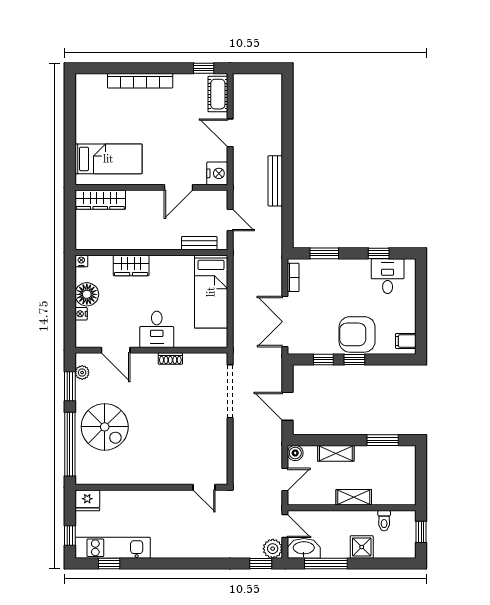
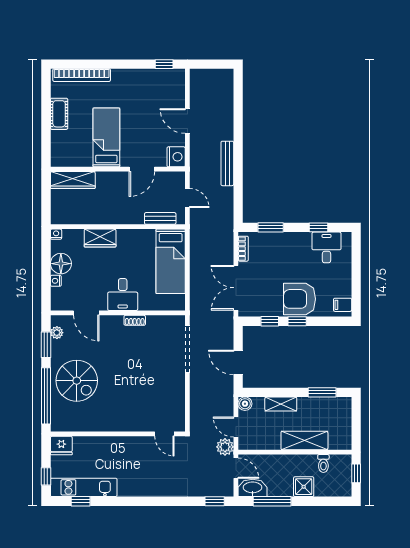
bookcase: (140, 81) -> (82, 75), moved
cot: (218, 94) -> (59, 114), moved
bed: (108, 159) -> (106, 137), moved, turned -90
door: (285, 479) -> (236, 427), swing flipped
shelving: (354, 497) -> (304, 440), width x1.50, depth x1.33
plant: (273, 549) -> (225, 447), moved

